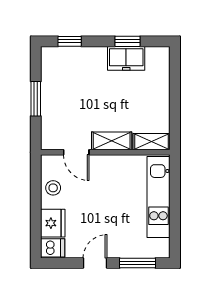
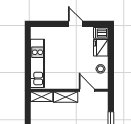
door: (95, 263) -> (75, 24), swing flipped
window: (137, 263) -> (50, 24), removed

